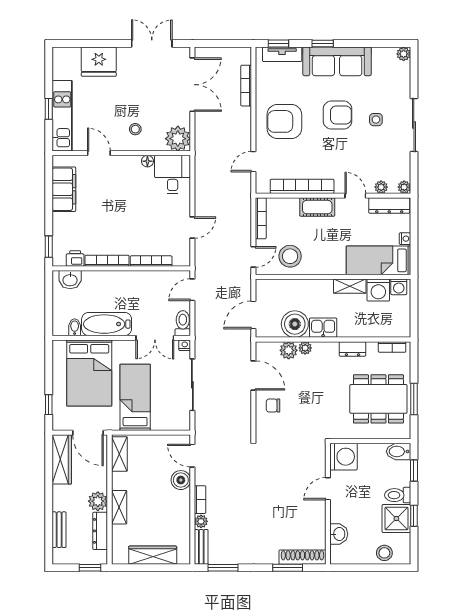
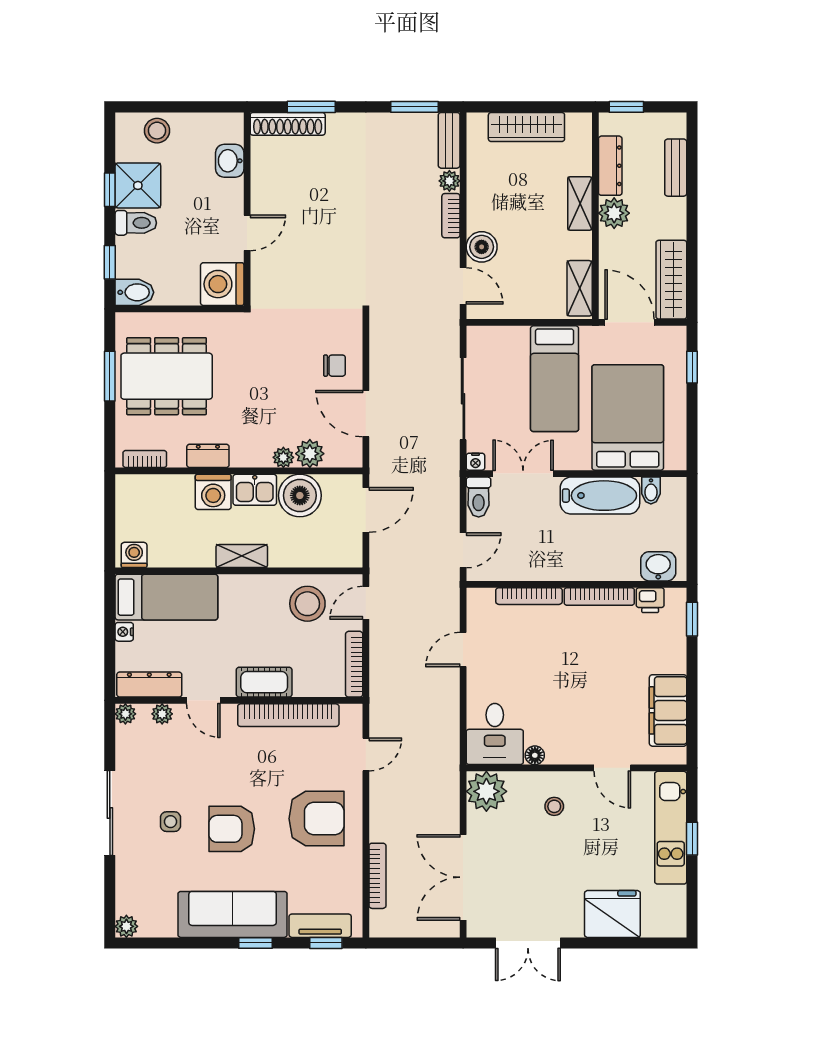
shelving: (350, 286) -> (242, 556), moved
washing machine: (378, 290) -> (213, 492), moved, turned 180

